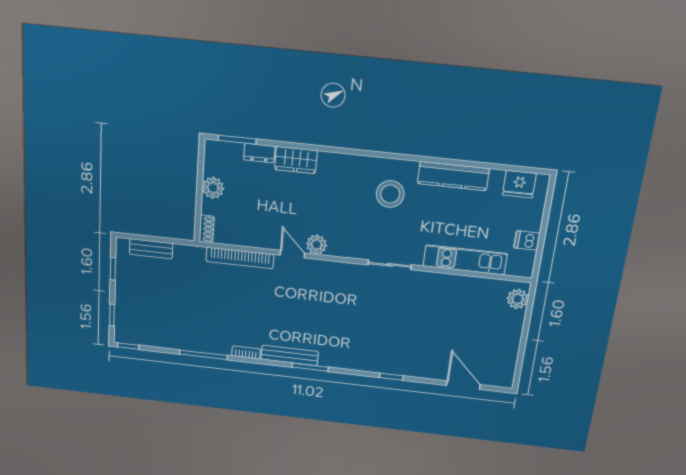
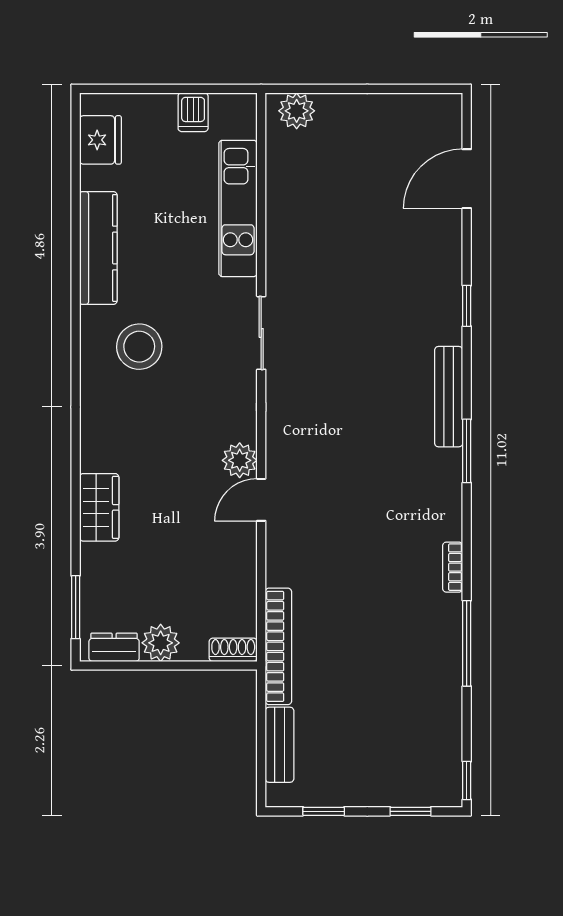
dresser: (259, 153) -> (114, 647), moved, turned -90
bookcase: (240, 258) -> (278, 646), moved
bench: (290, 355) -> (449, 397), moved

